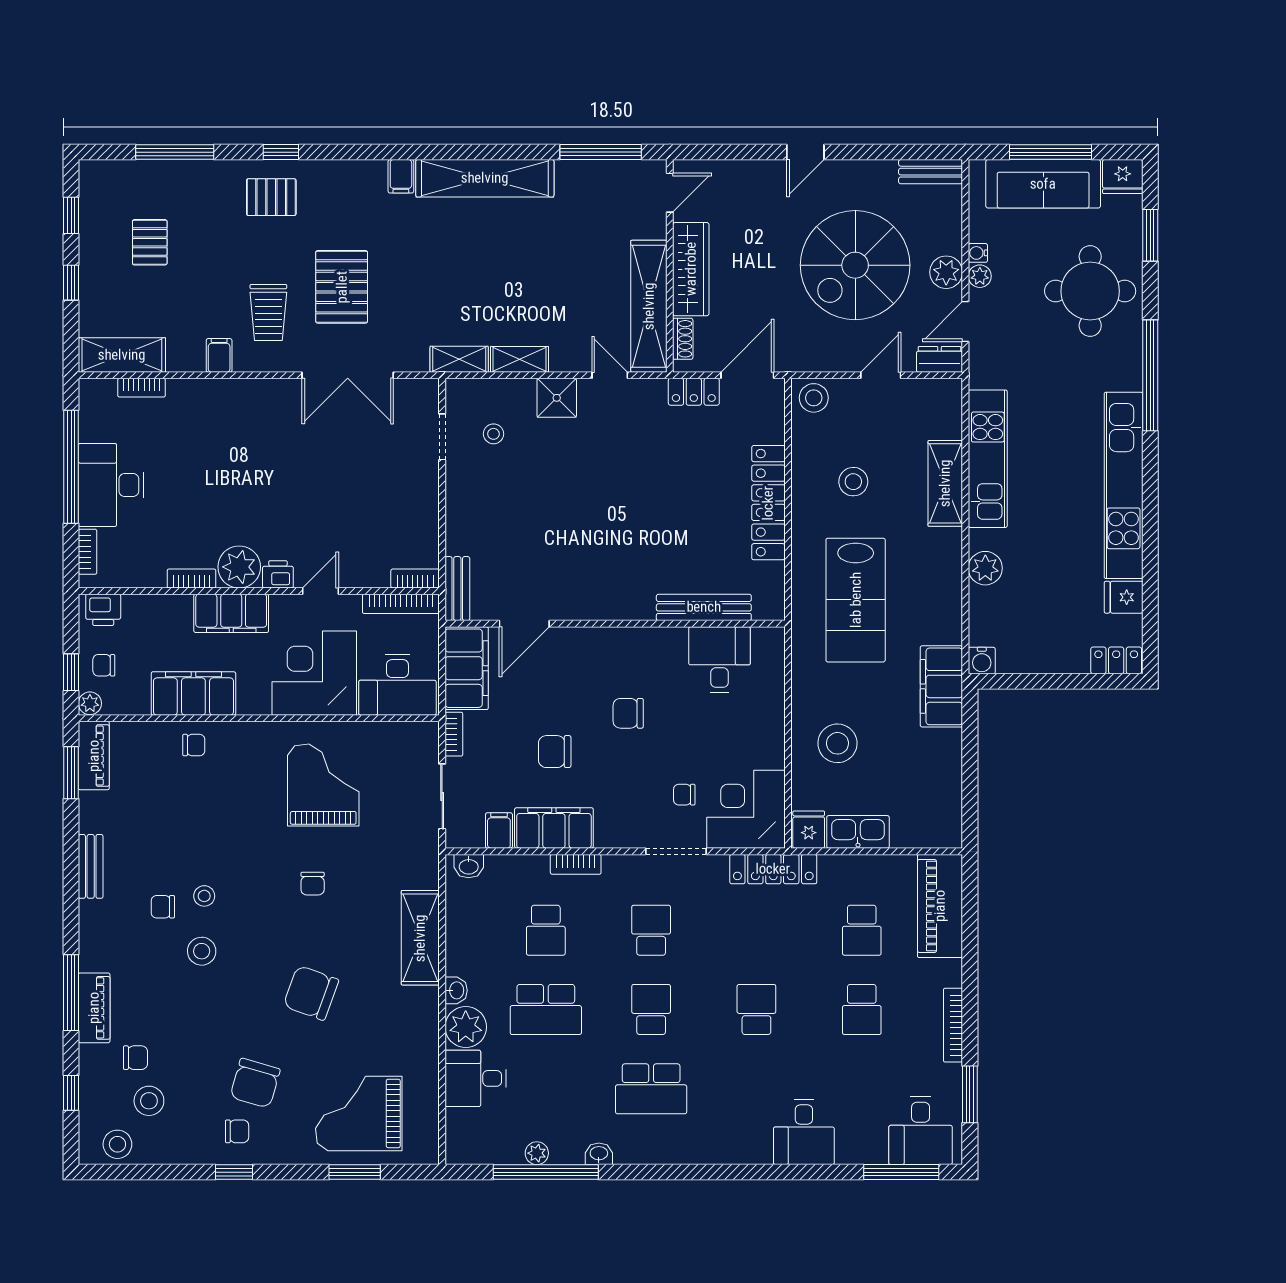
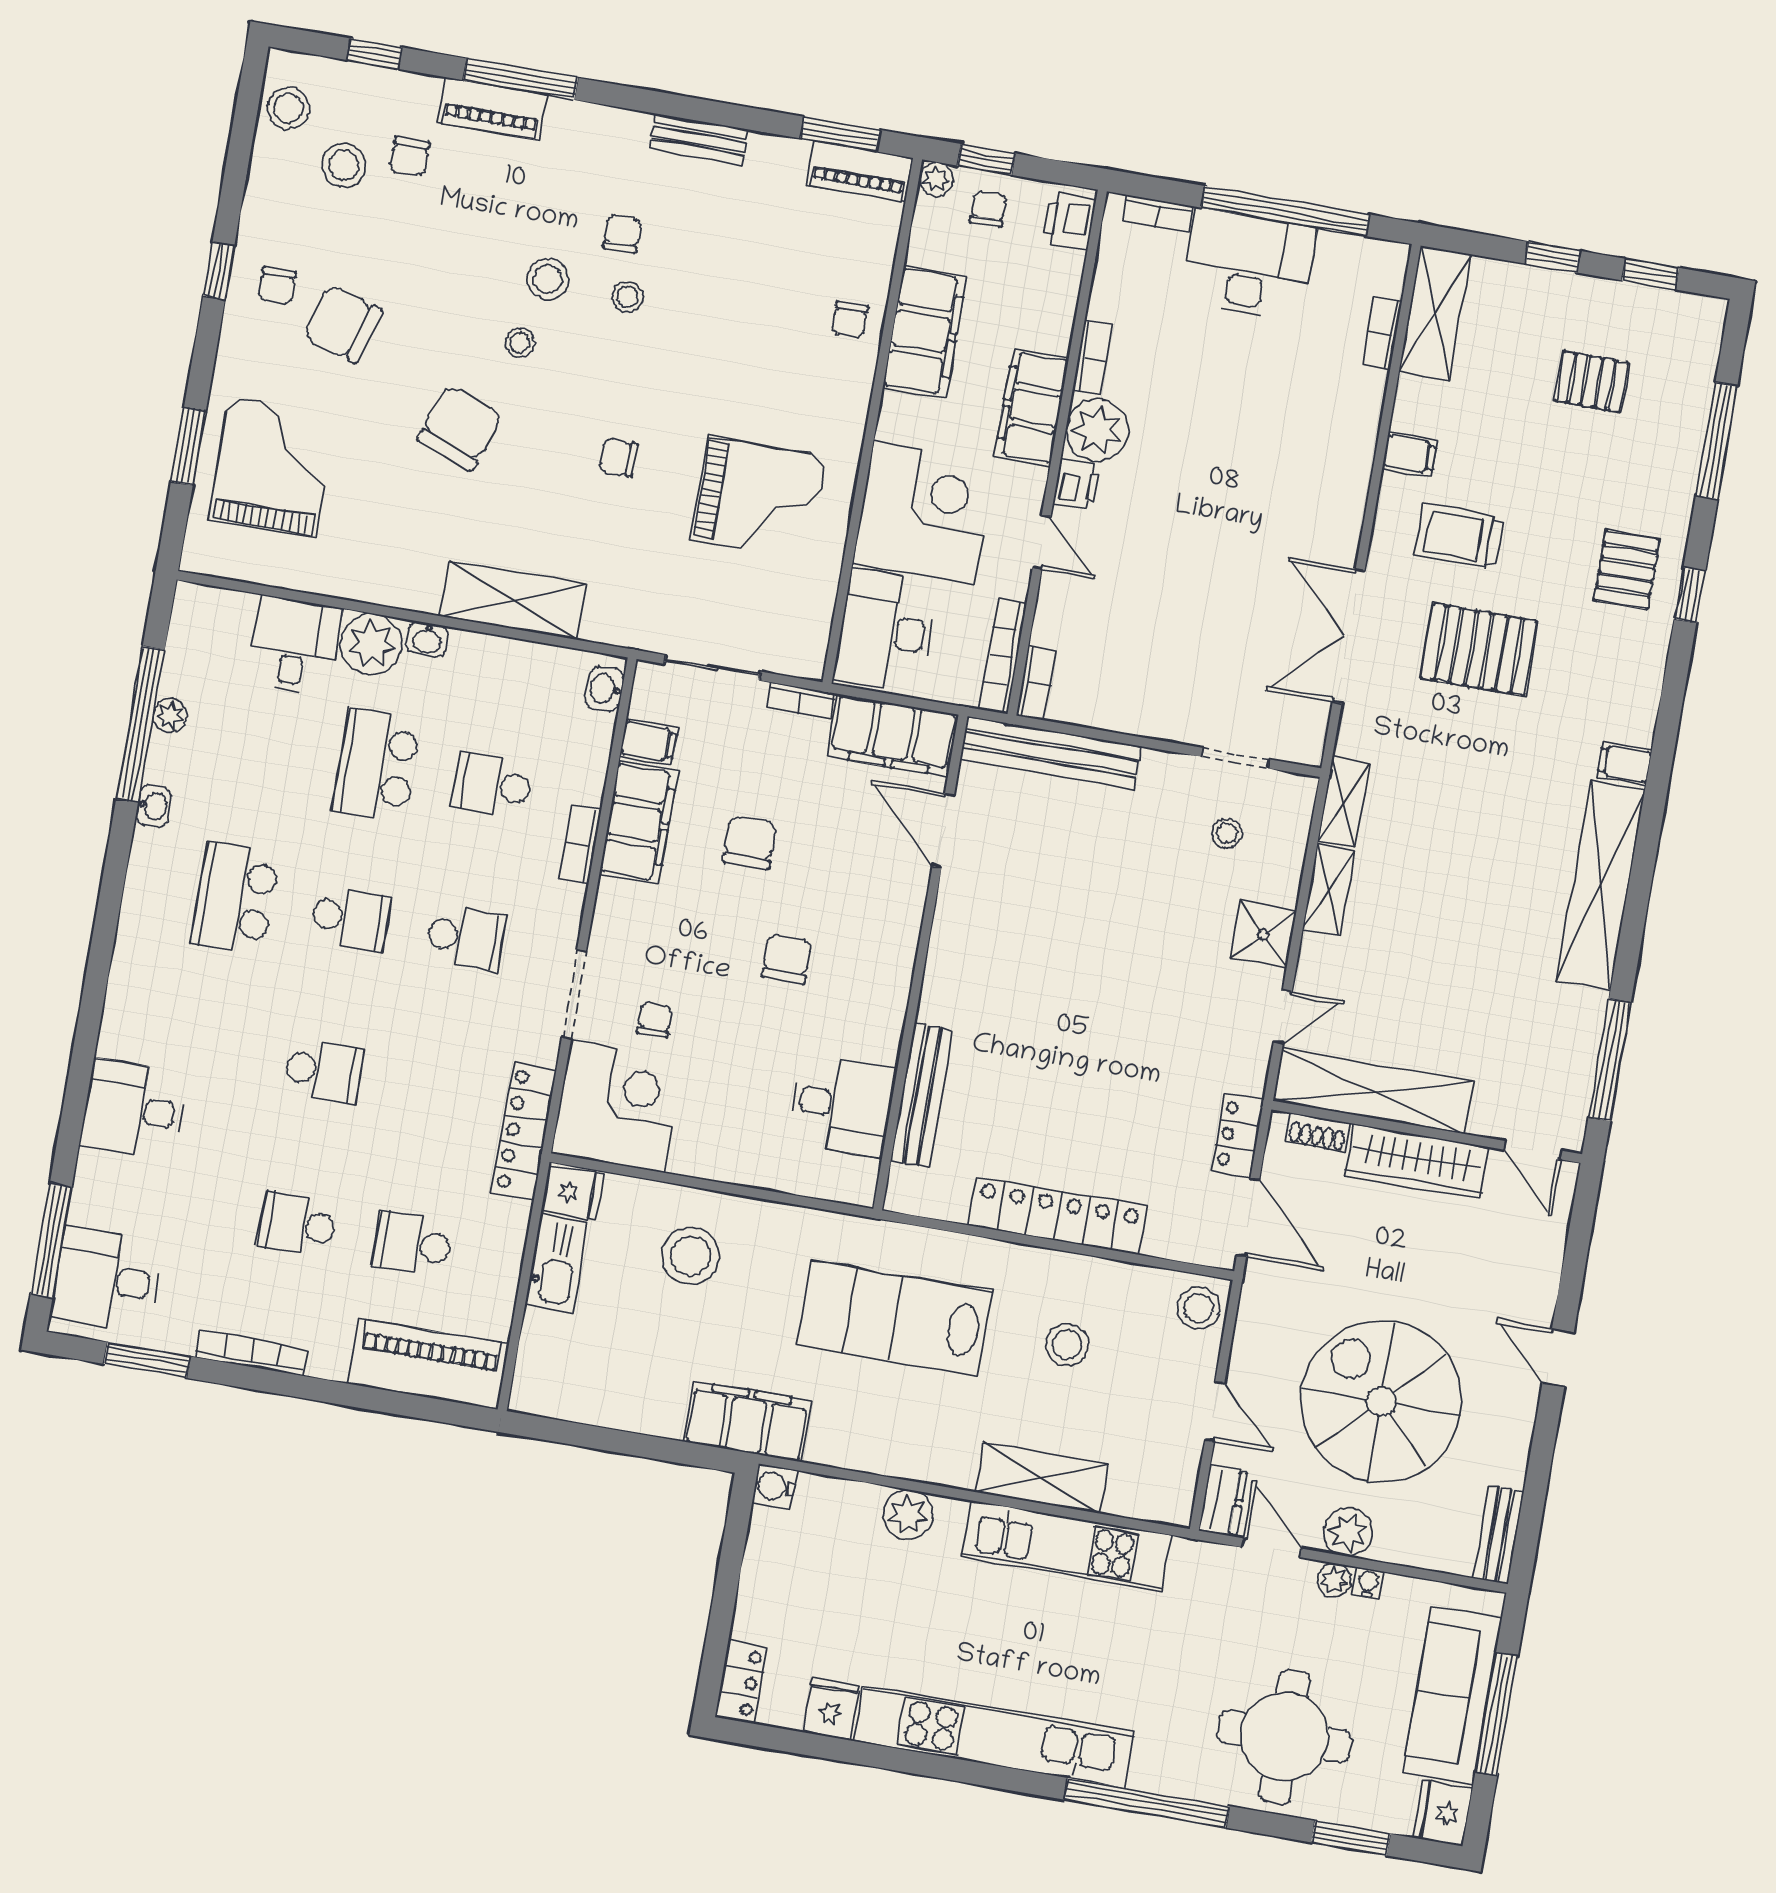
bench: (457, 589) -> (1051, 753), width x1.86, depth x1.21
stool: (247, 963) -> (520, 343), added

